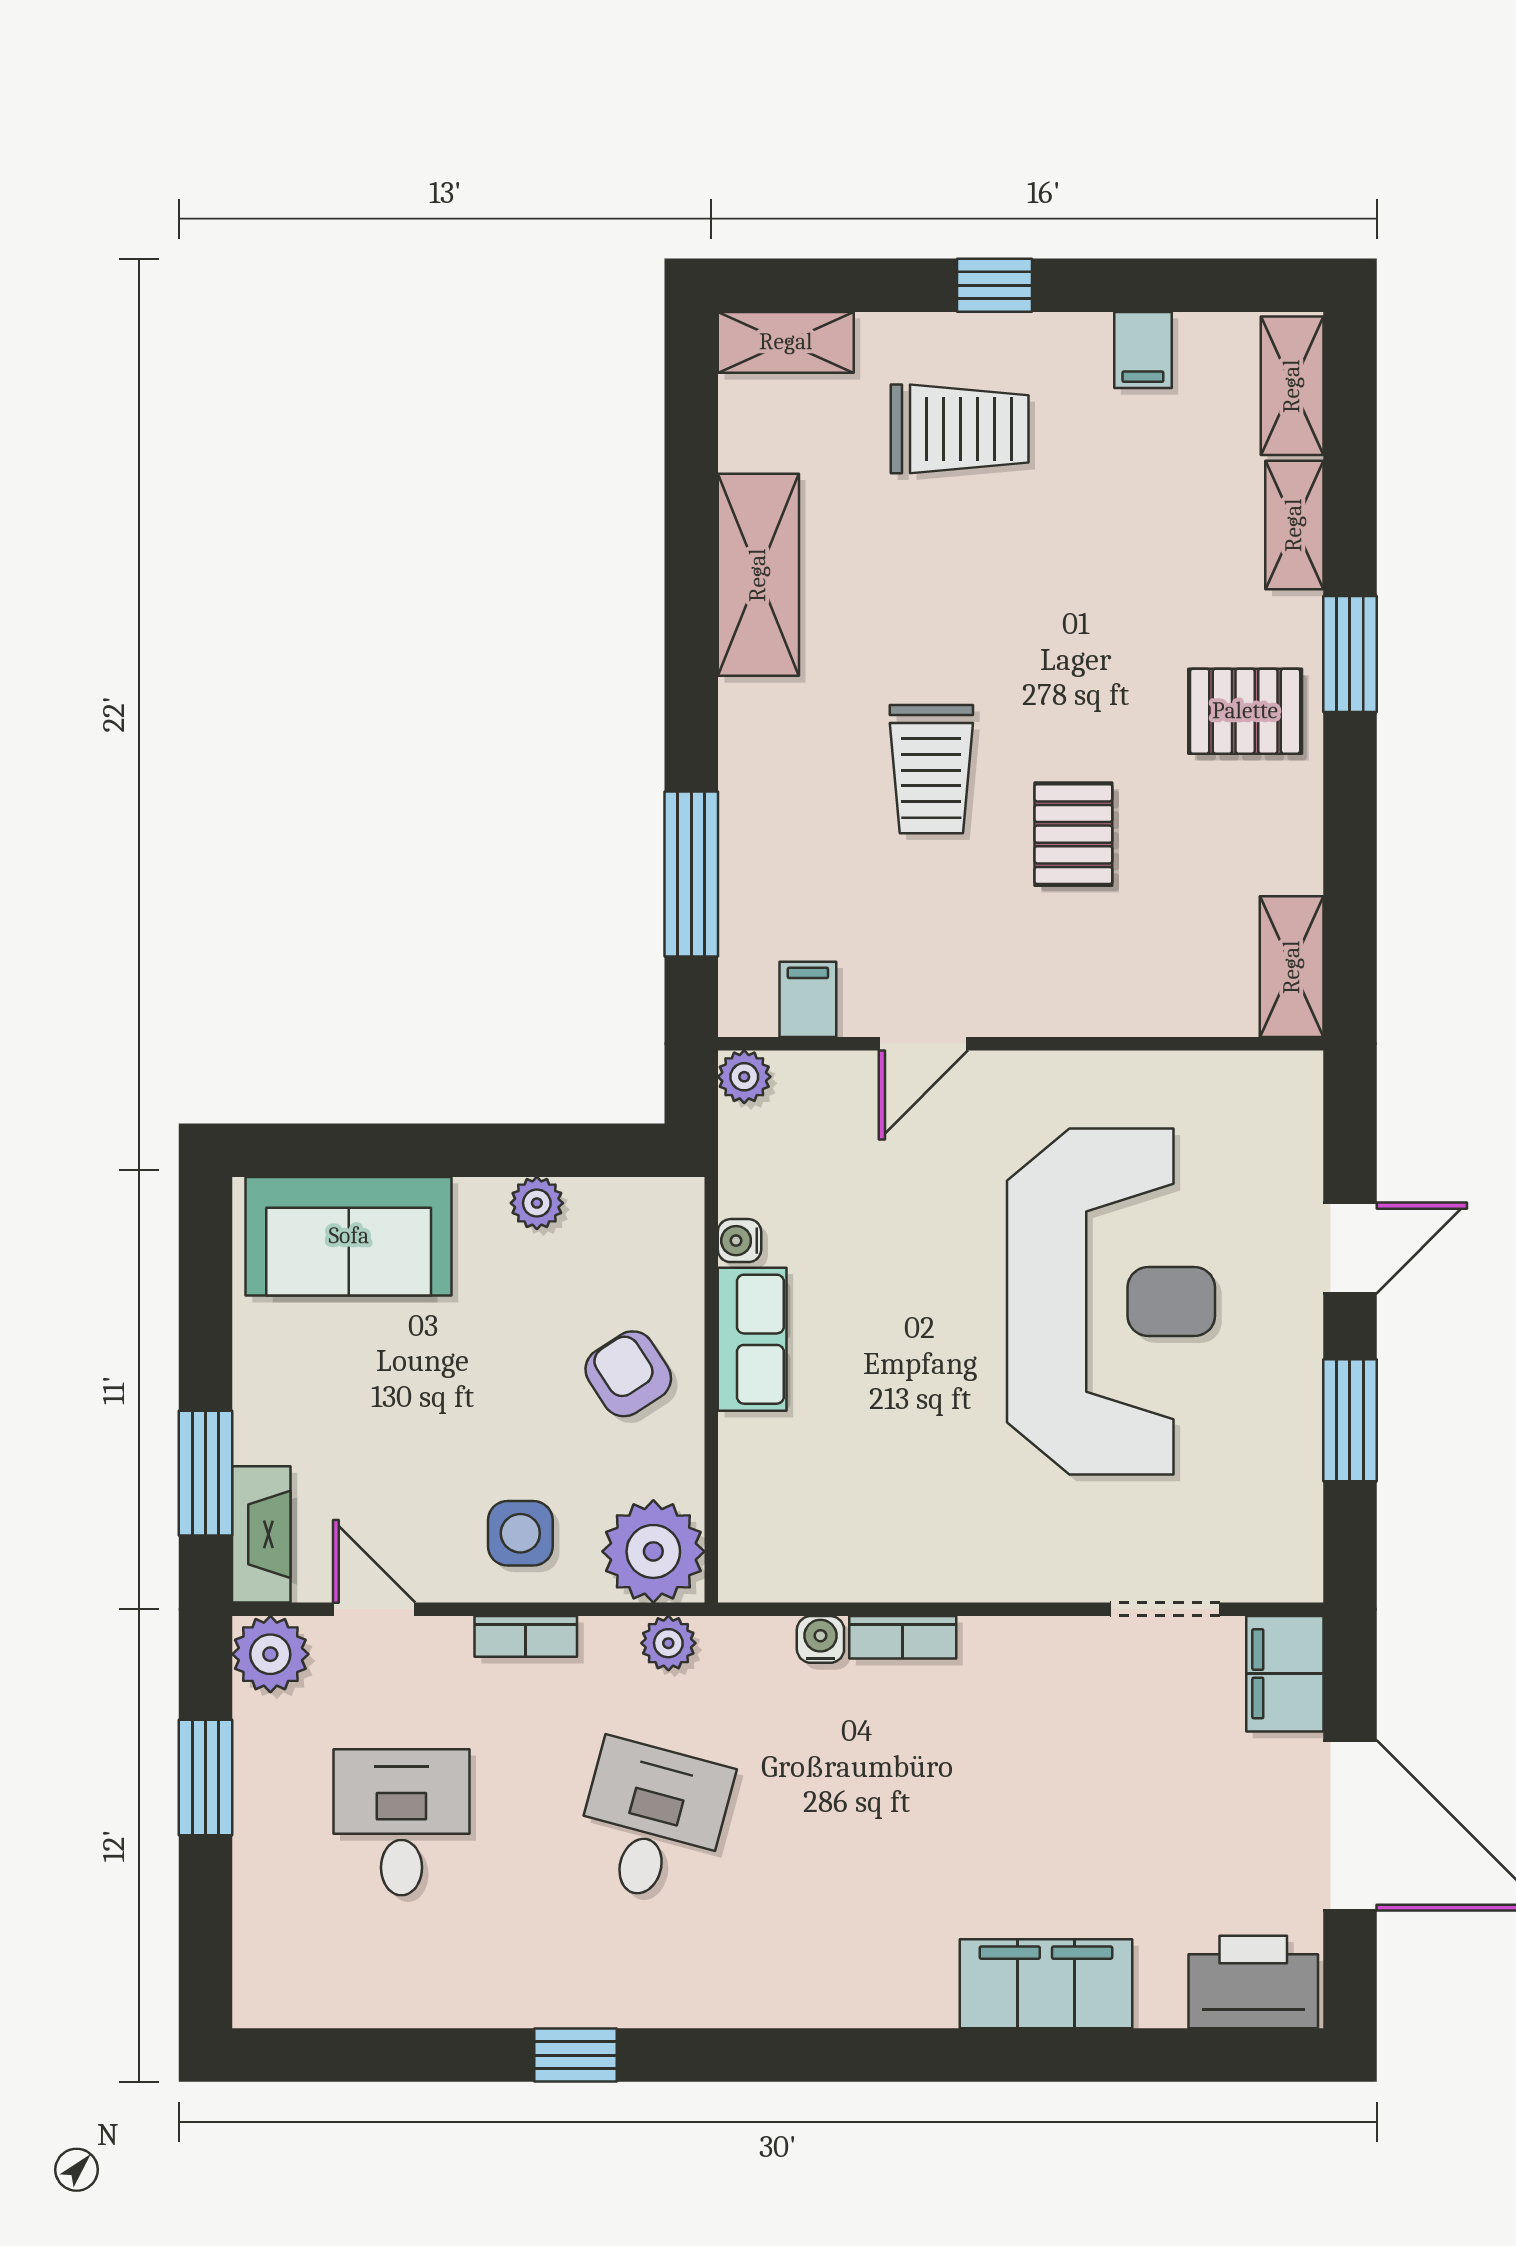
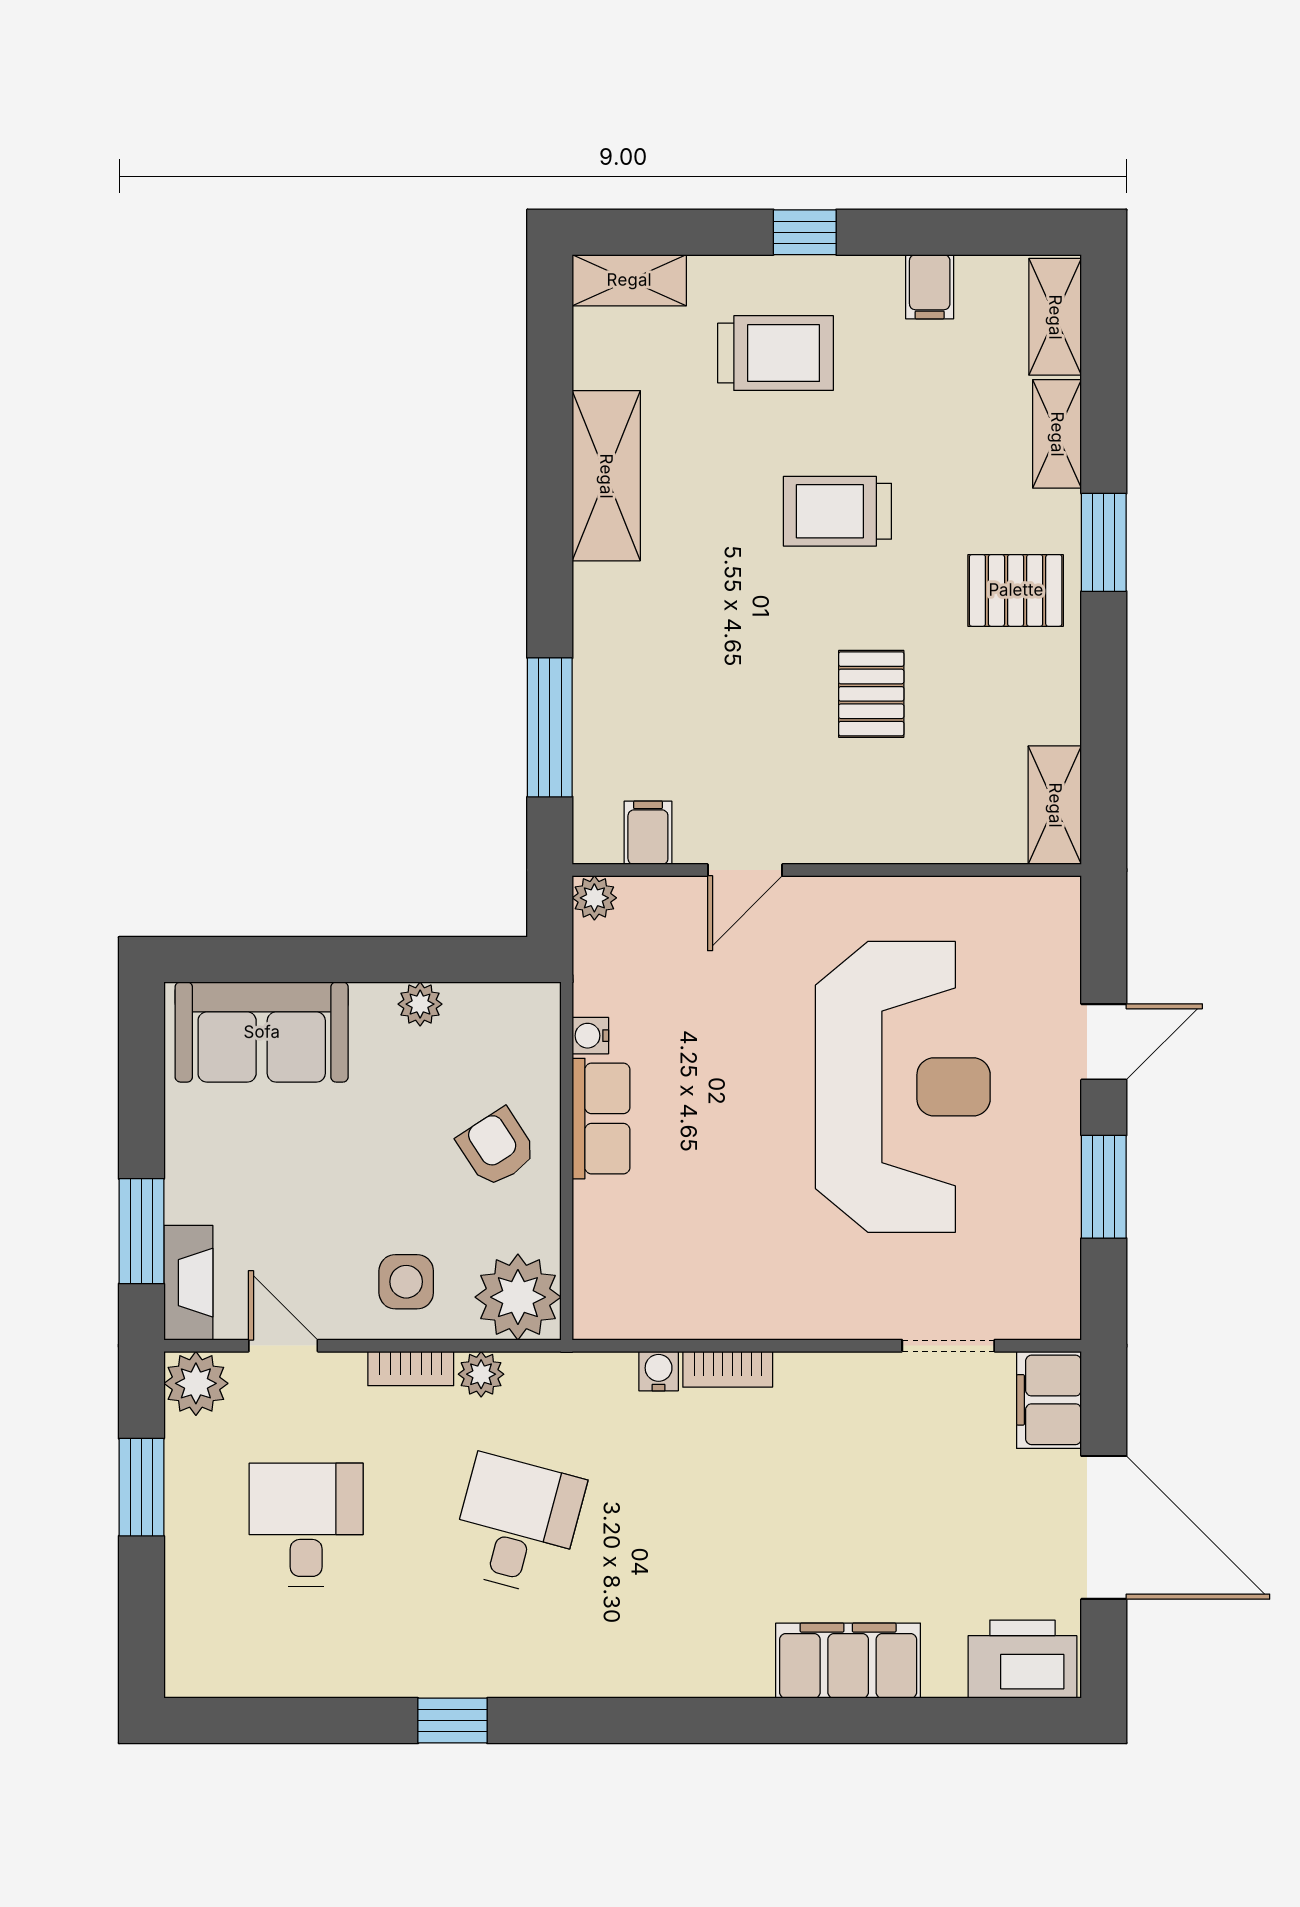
trolley: (931, 769) -> (837, 511), moved, turned 90
plant: (668, 1643) -> (481, 1374), moved

